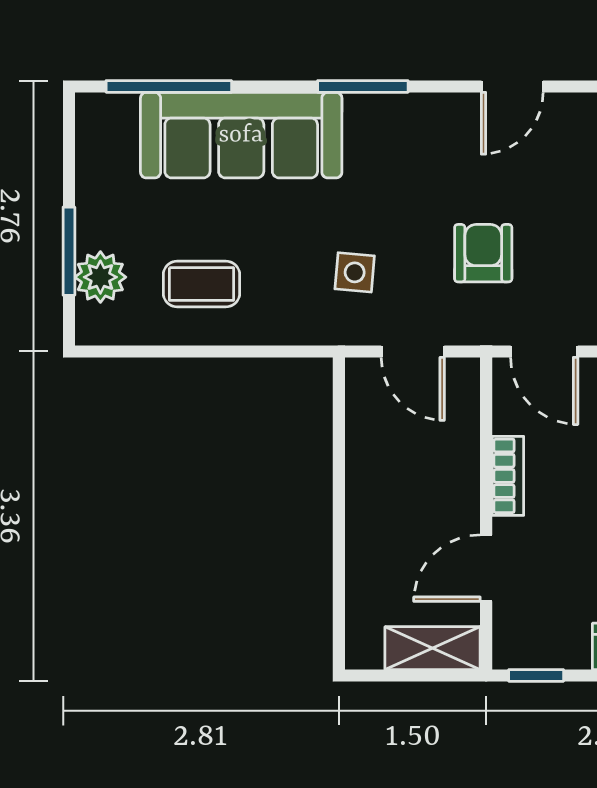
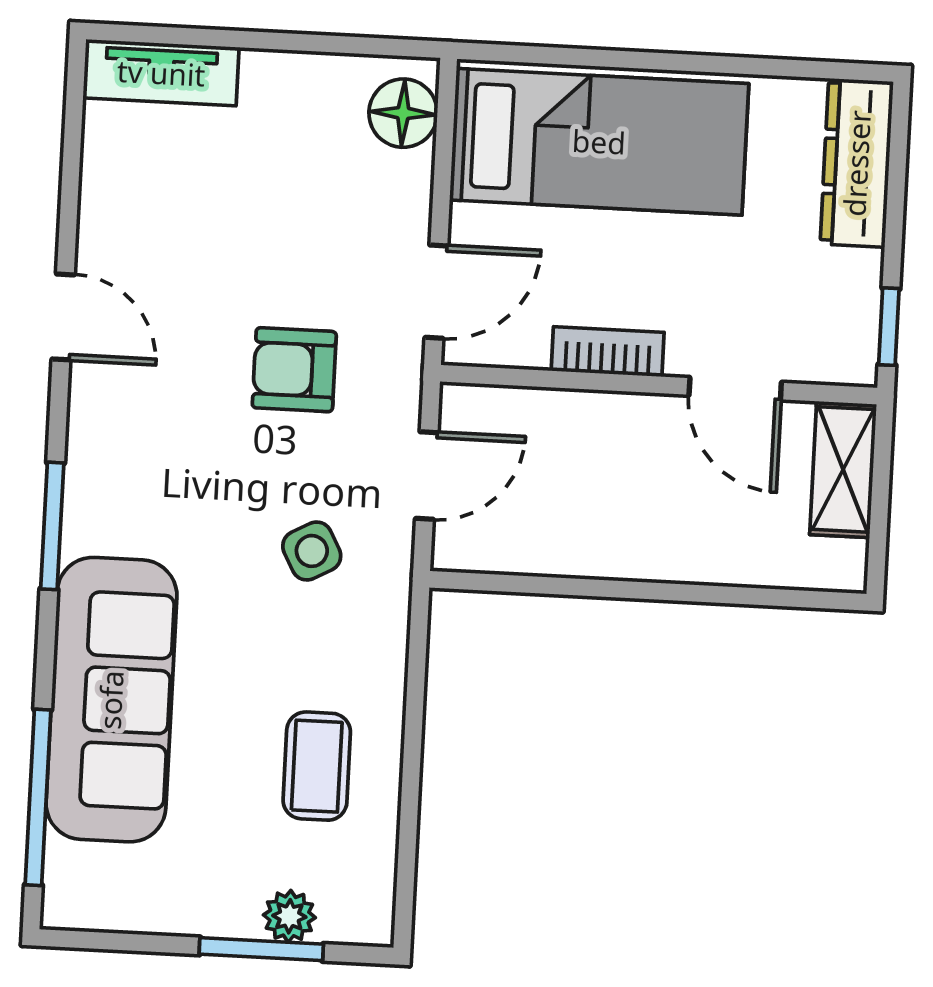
side table: (355, 272) -> (312, 551), turned -33
plant: (100, 277) -> (289, 916), width x0.73, depth x0.73

